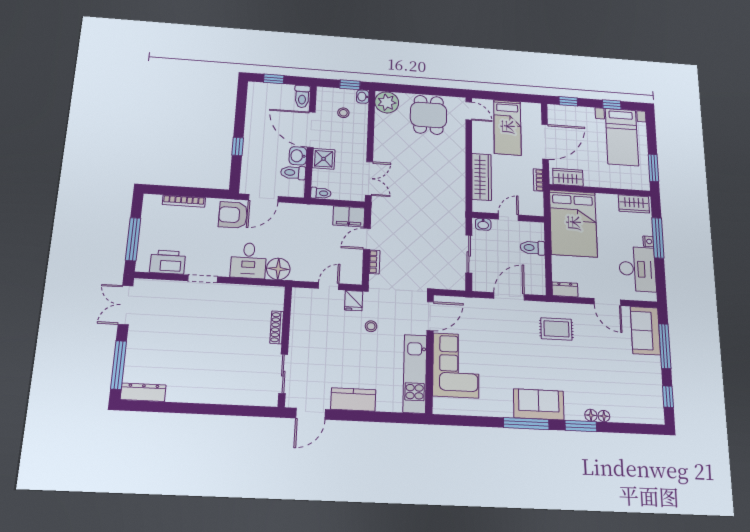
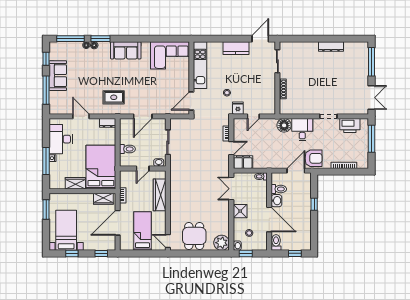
shower: (324, 159) -> (240, 211), moved
wardrobe: (634, 204) -> (75, 183), moved
sofa: (645, 331) -> (58, 76), moved
corner sofa: (456, 365) -> (170, 55), moved, turned -90
dresser: (143, 392) -> (331, 46), moved
window: (526, 424) -> (71, 39), moved

